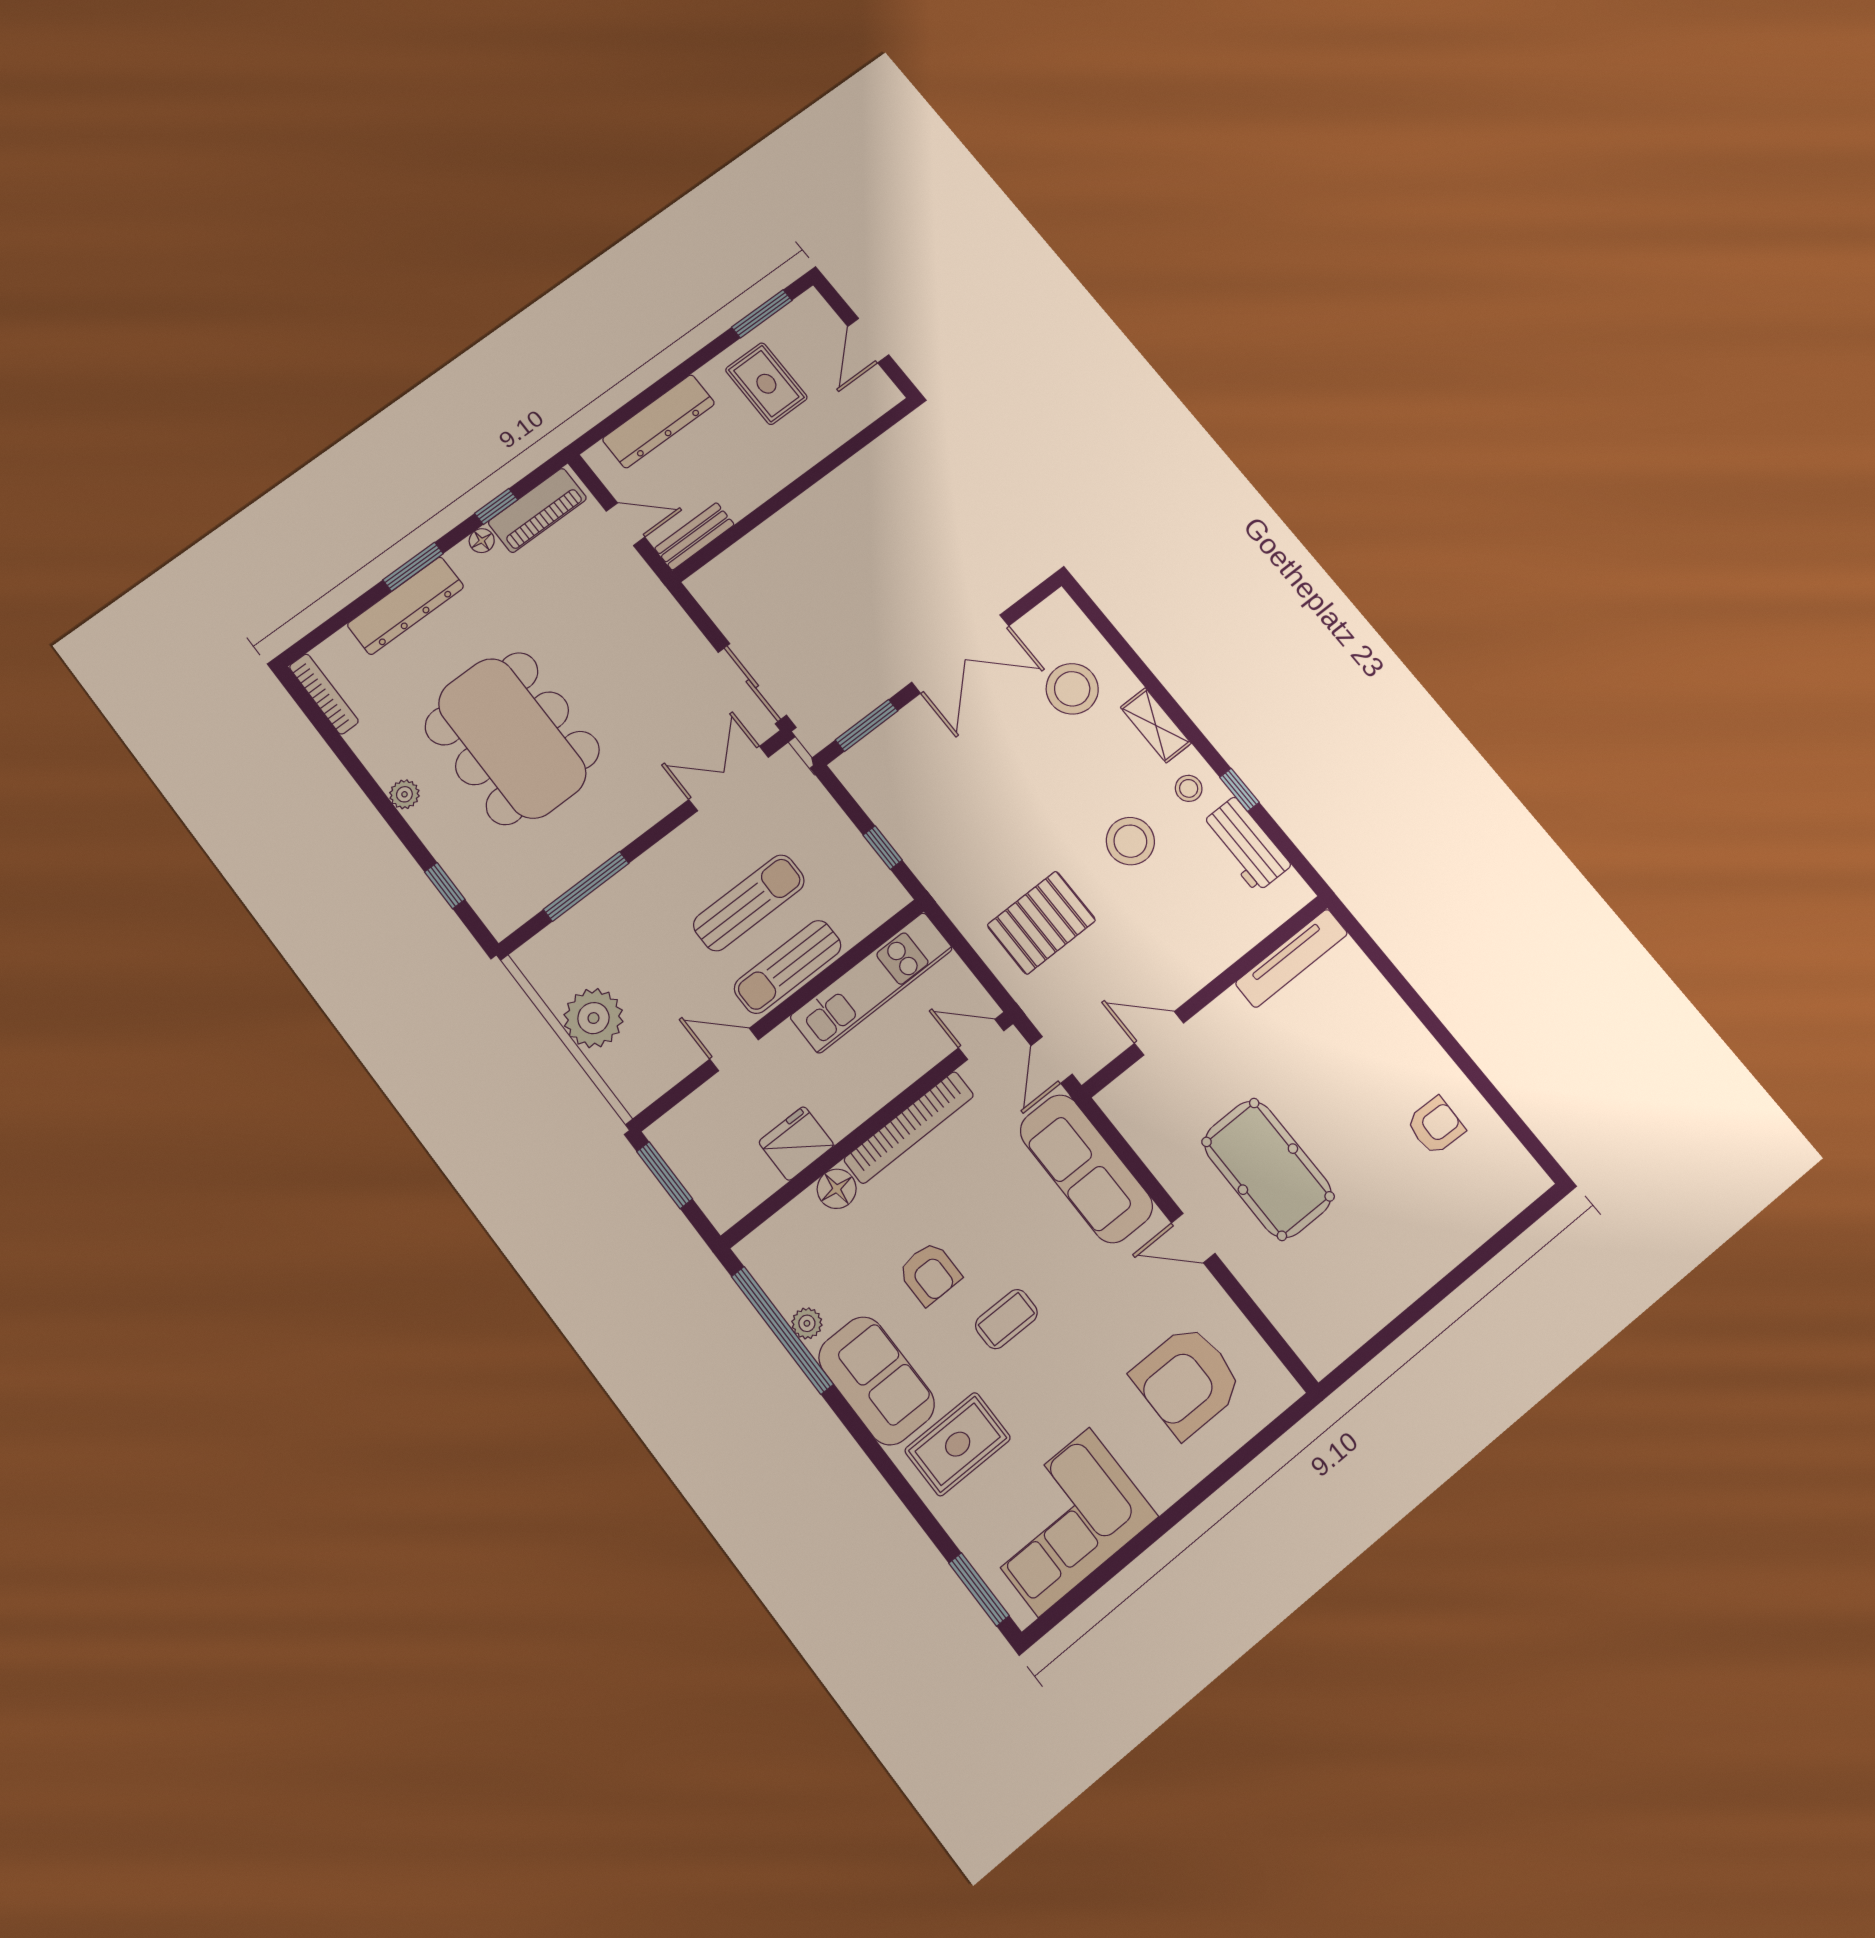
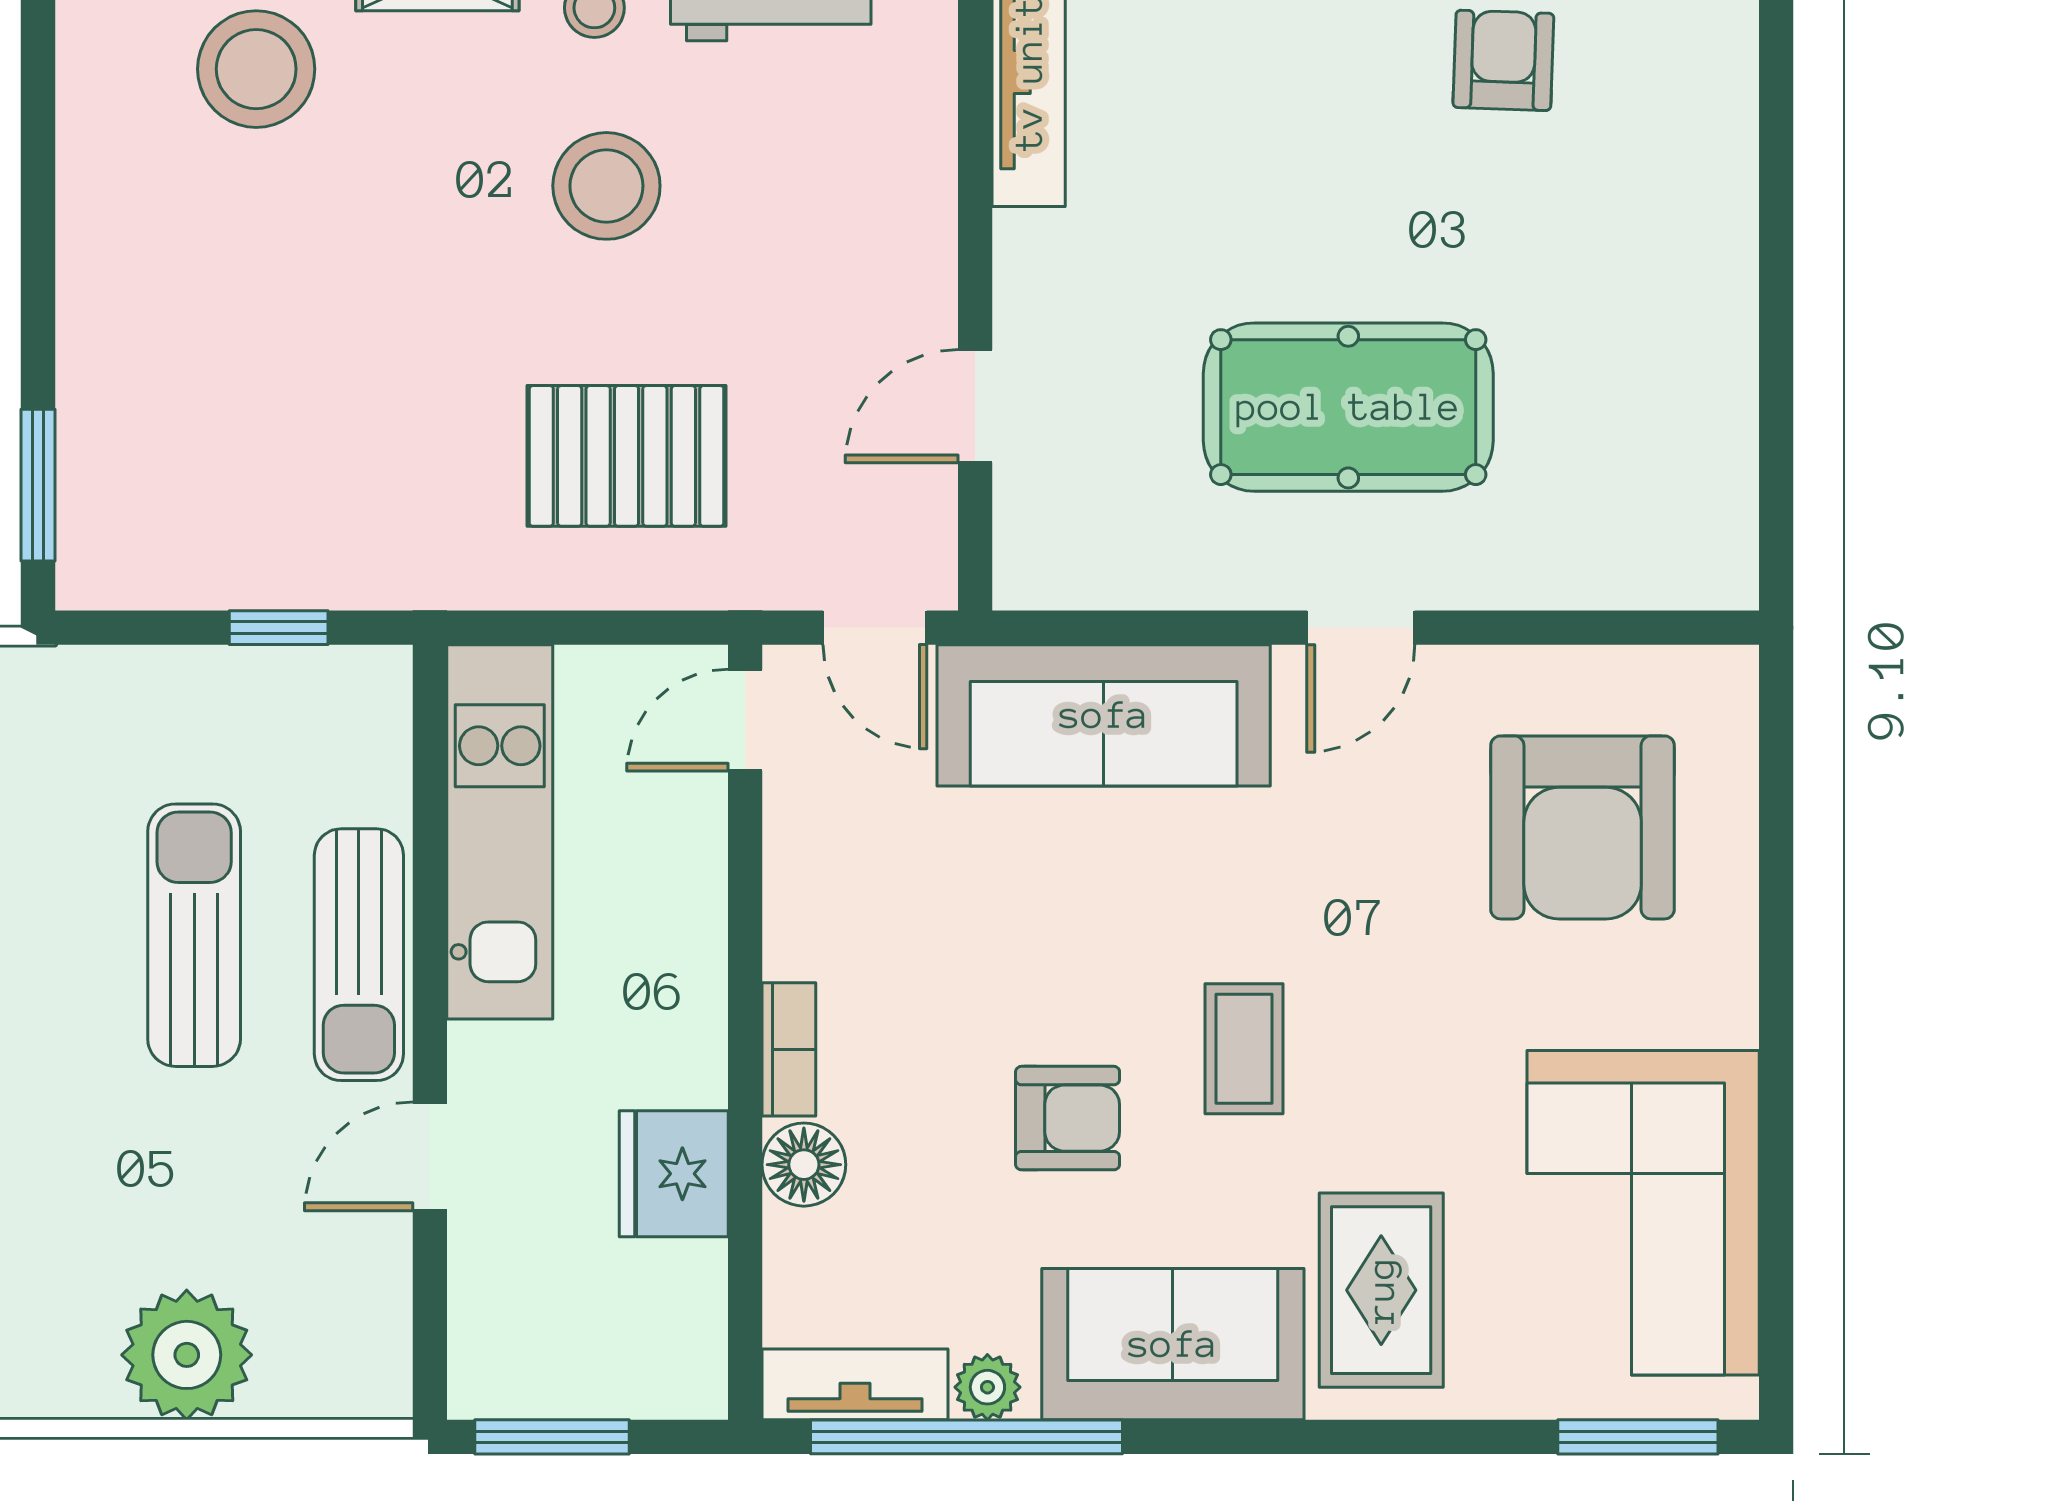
double door: (960, 654) -> (38, 217), removed
pallet: (1041, 923) -> (627, 456), turned 90
bookcase: (909, 1127) -> (789, 1049), width x0.43, depth x0.76
tv unit: (770, 1273) -> (855, 1384), added

